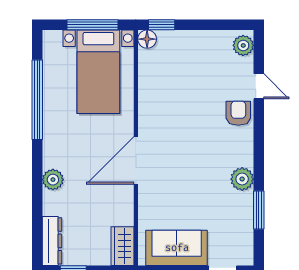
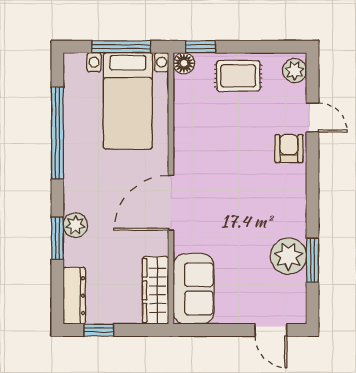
rug: (194, 50) -> (238, 76), added
plant: (242, 179) -> (288, 256), moved, width x1.36, depth x1.36
window: (37, 191) -> (57, 238), added
wardrobe: (122, 246) -> (156, 290), width x1.50
sofa: (177, 248) -> (194, 289), moved, turned 90

